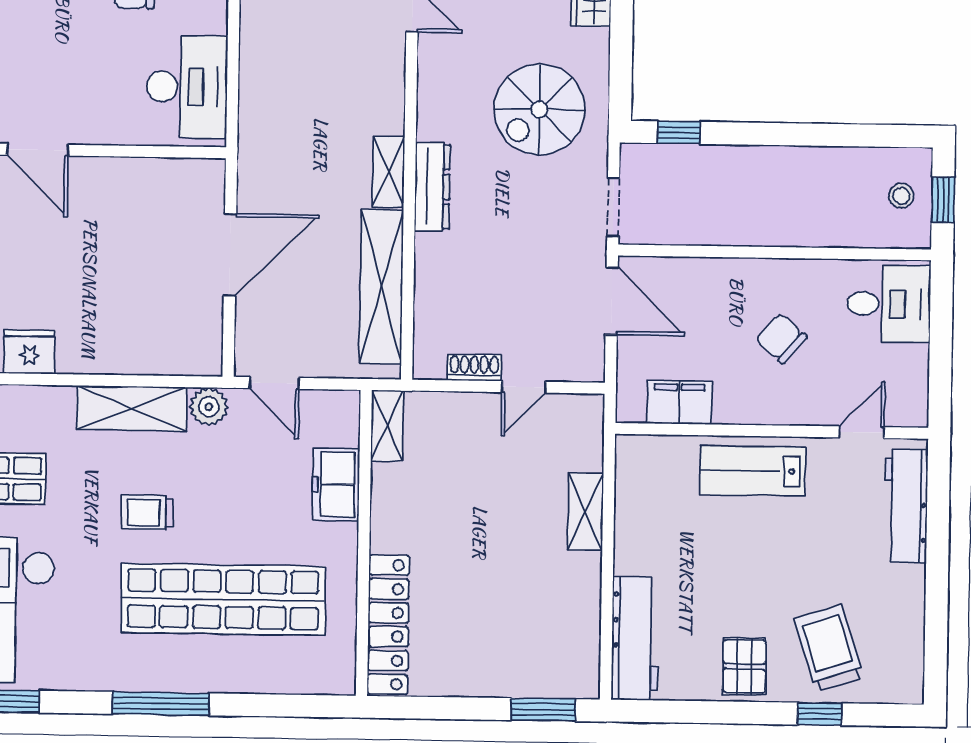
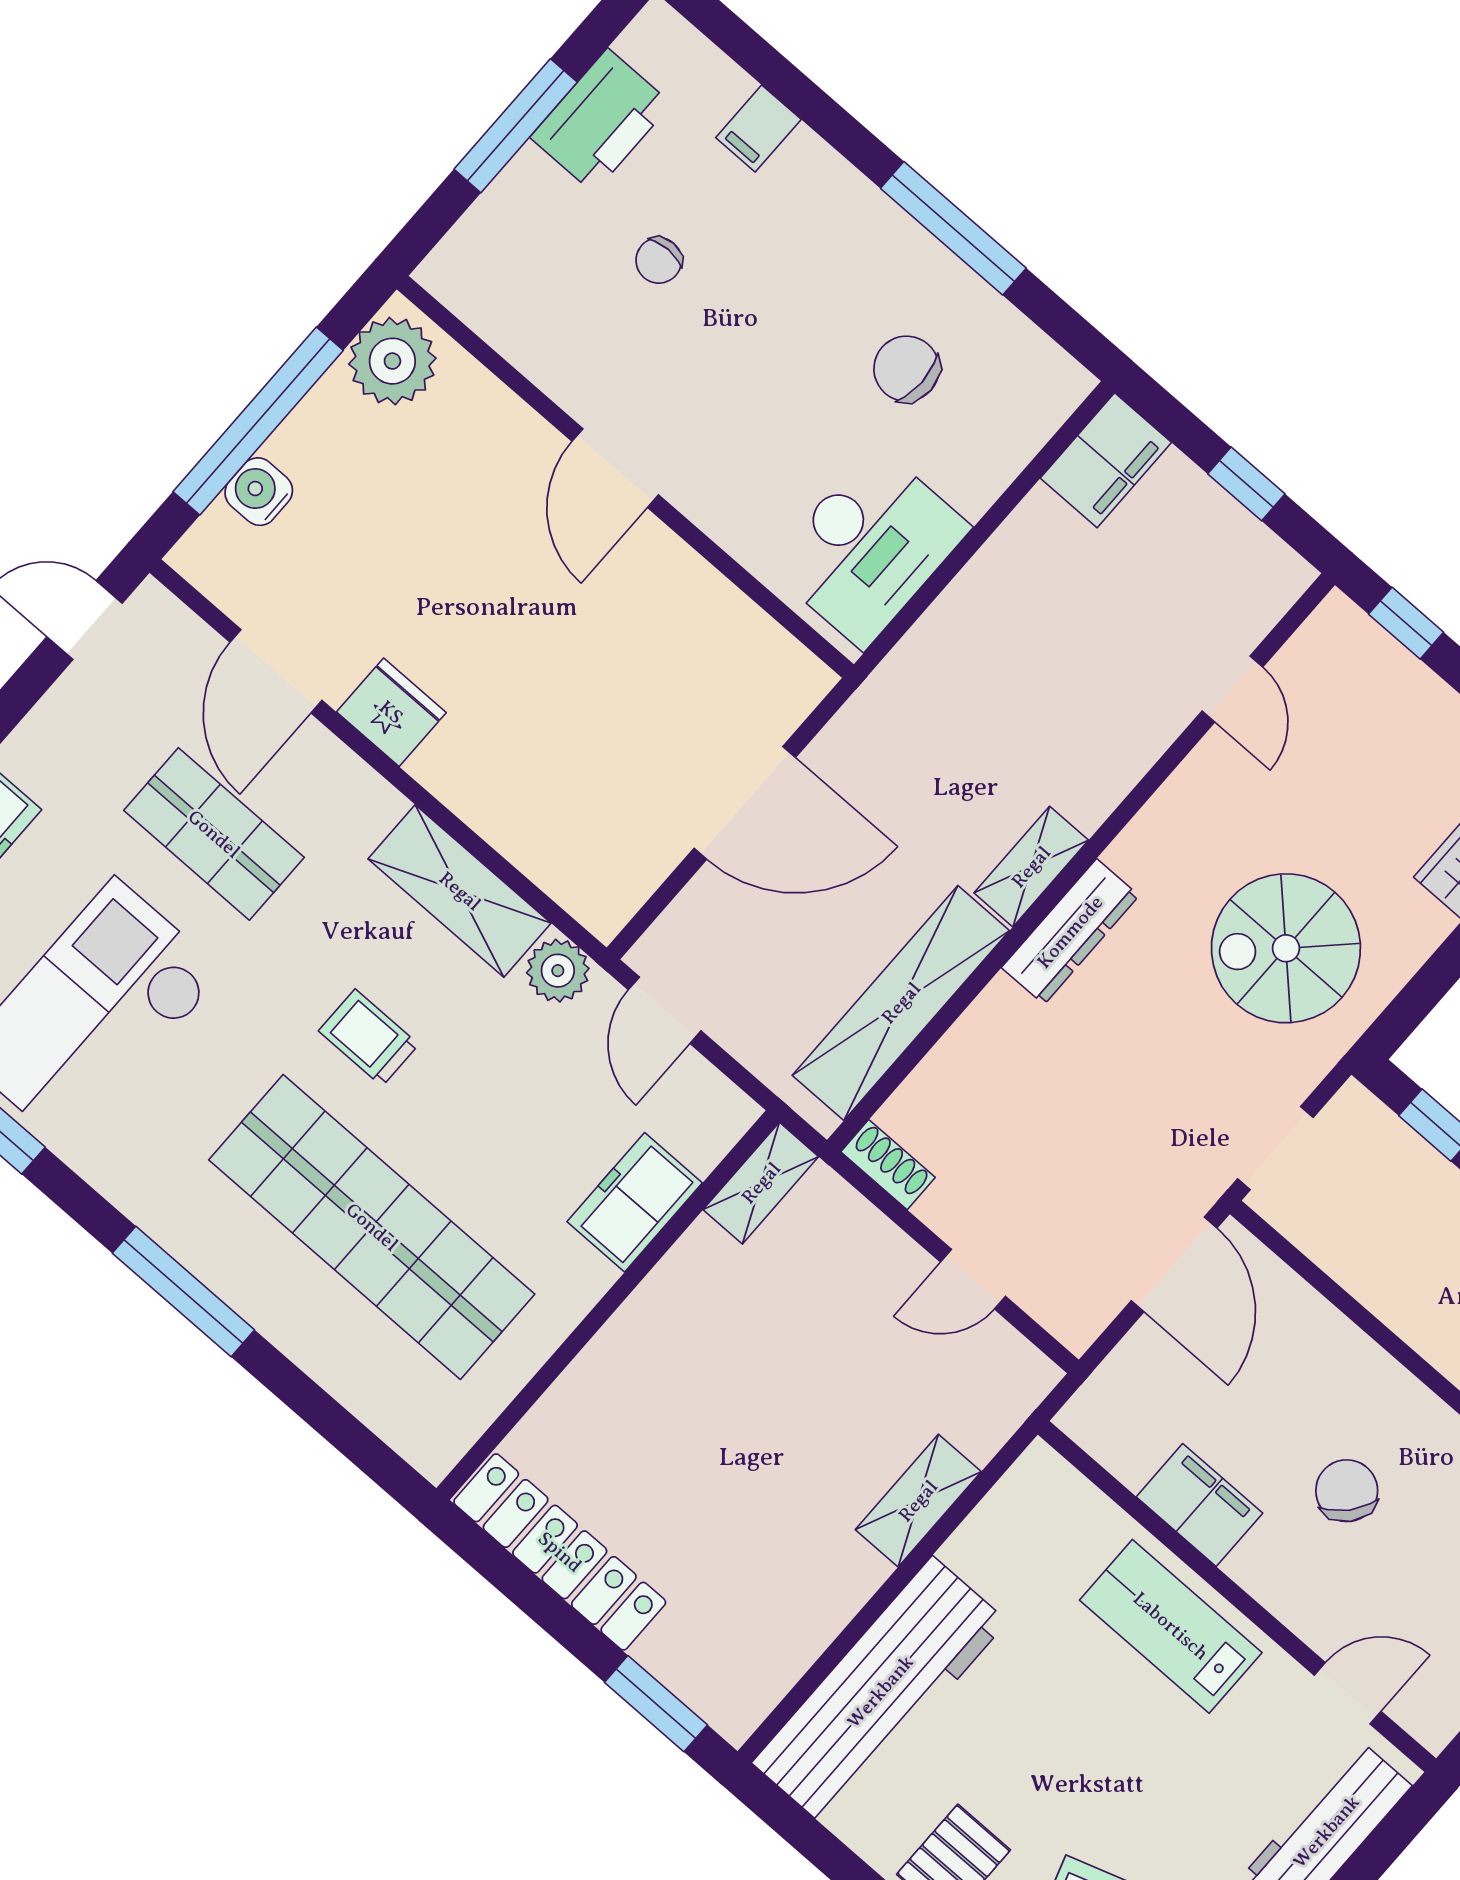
shoe rack: (474, 368) -> (888, 1165), moved
filing cabinet: (679, 402) -> (1199, 1505), moved
locker: (388, 625) -> (560, 1552), moved, turned -90
workbench: (635, 638) -> (880, 1692), width x1.36, depth x1.32

